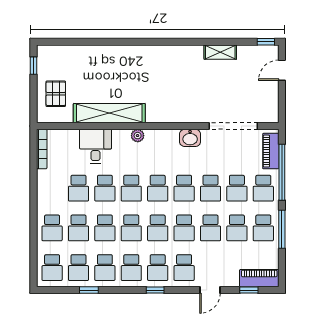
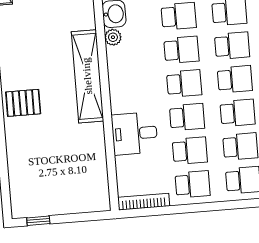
pallet: (56, 94) -> (23, 103), moved
shelving: (109, 113) -> (87, 76), moved
plant: (138, 136) -> (113, 37), moved
school desk: (52, 188) -> (192, 184), added

